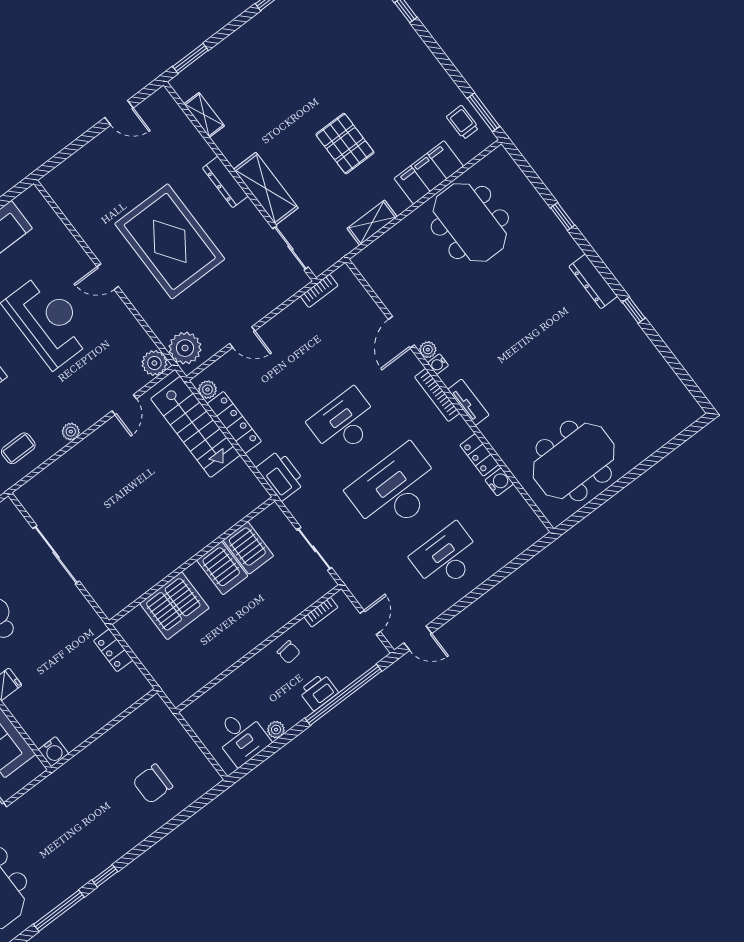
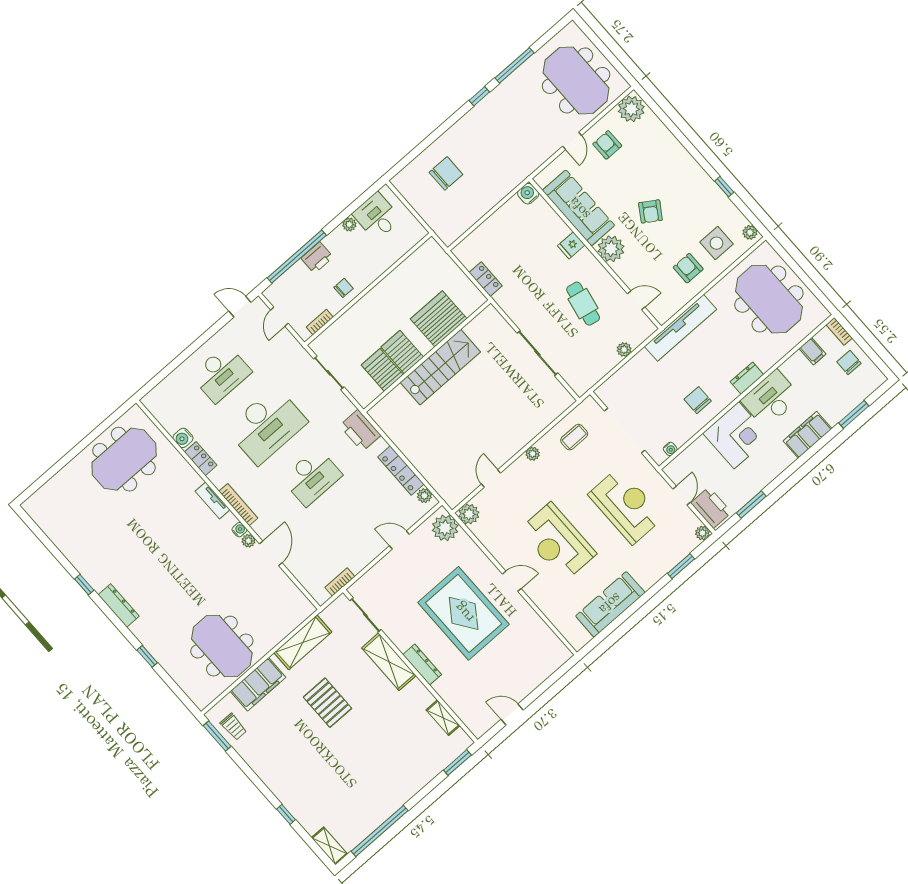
shelving: (372, 223) -> (303, 642), width x1.50, depth x1.33
stairs: (195, 427) -> (440, 367), moved, turned 90
chair: (289, 652) -> (344, 288), turned 96

